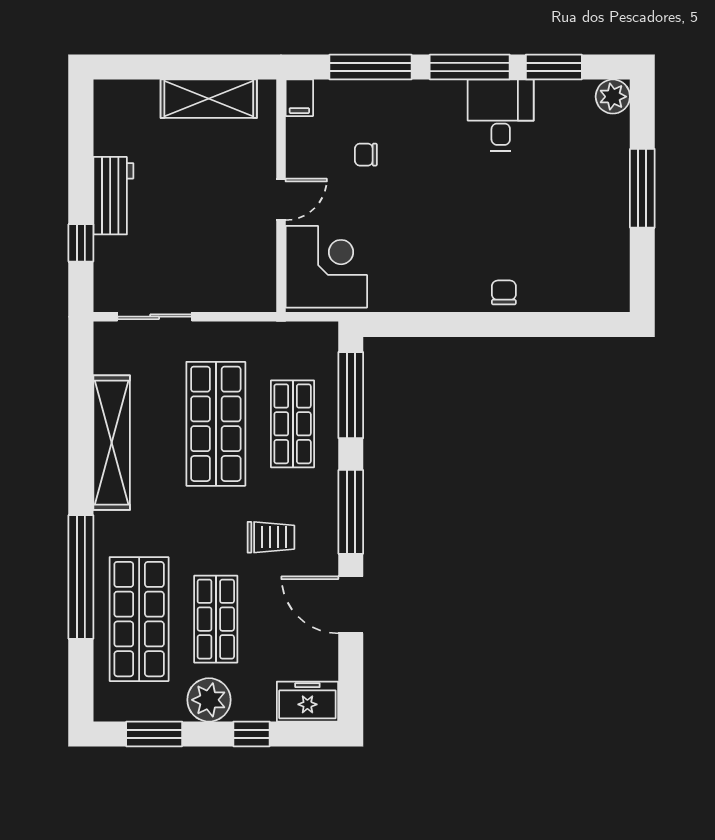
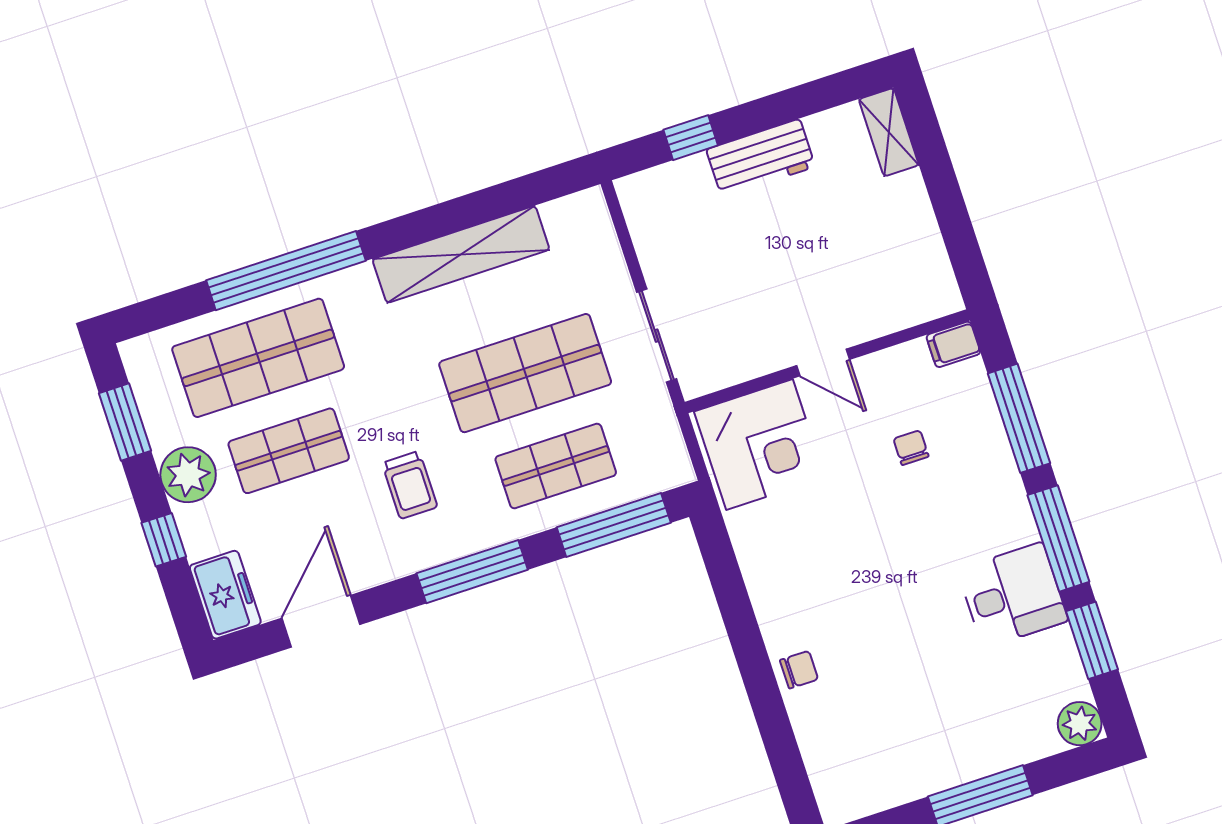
shelving: (209, 99) -> (889, 132), moved, width x0.67, depth x0.75
sliding door: (155, 317) -> (657, 336), moved
door: (351, 605) -> (321, 621), moved

